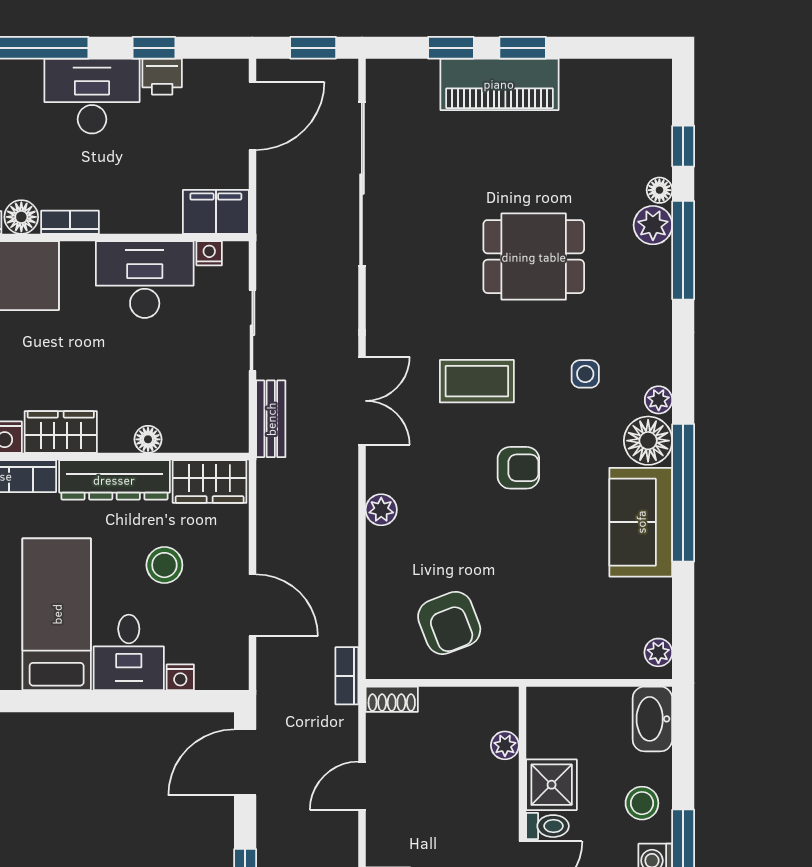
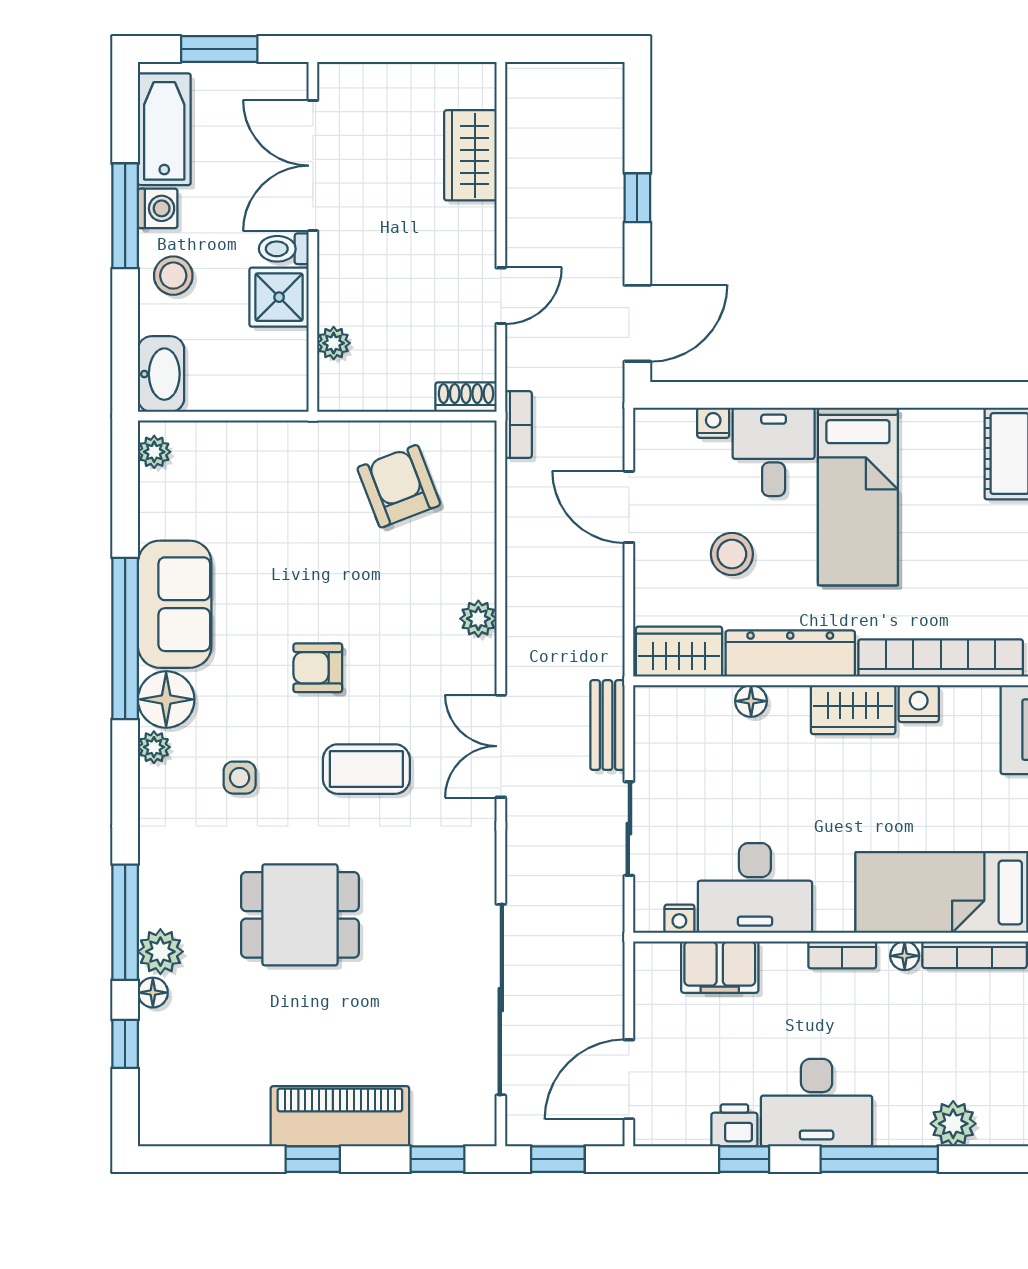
window: (451, 48) -> (438, 1159), moved
filing cabinet: (216, 212) -> (720, 967), moved
floor lamp: (21, 217) -> (905, 956), width x0.73, depth x0.73

